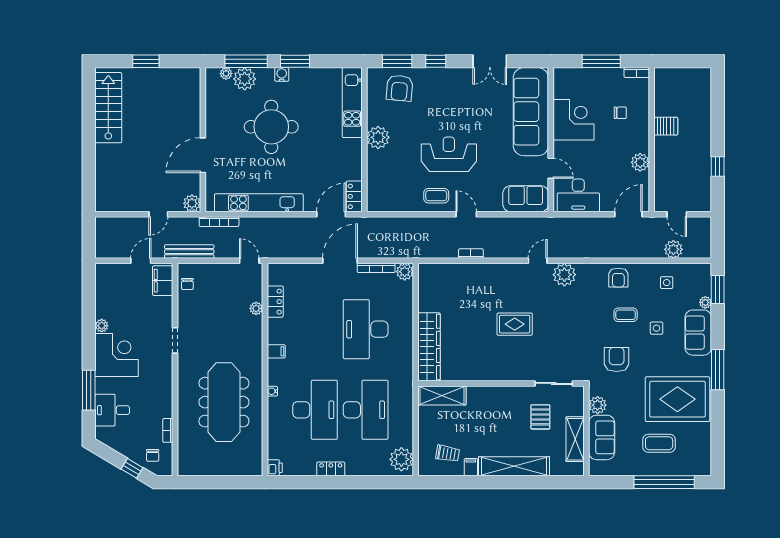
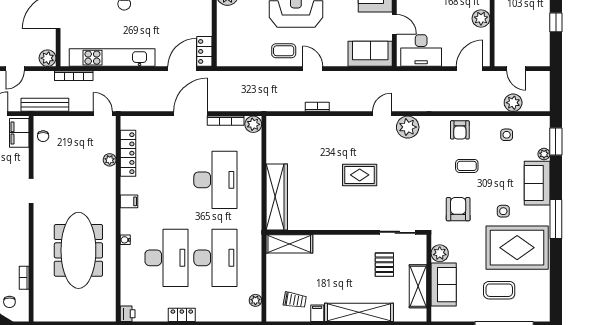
locker: (275, 302) -> (128, 153), width x1.53
side table: (656, 328) -> (503, 211), moved
desk: (366, 329) -> (215, 180), turned 180
plant: (401, 459) -> (255, 300), width x0.53, depth x0.53

